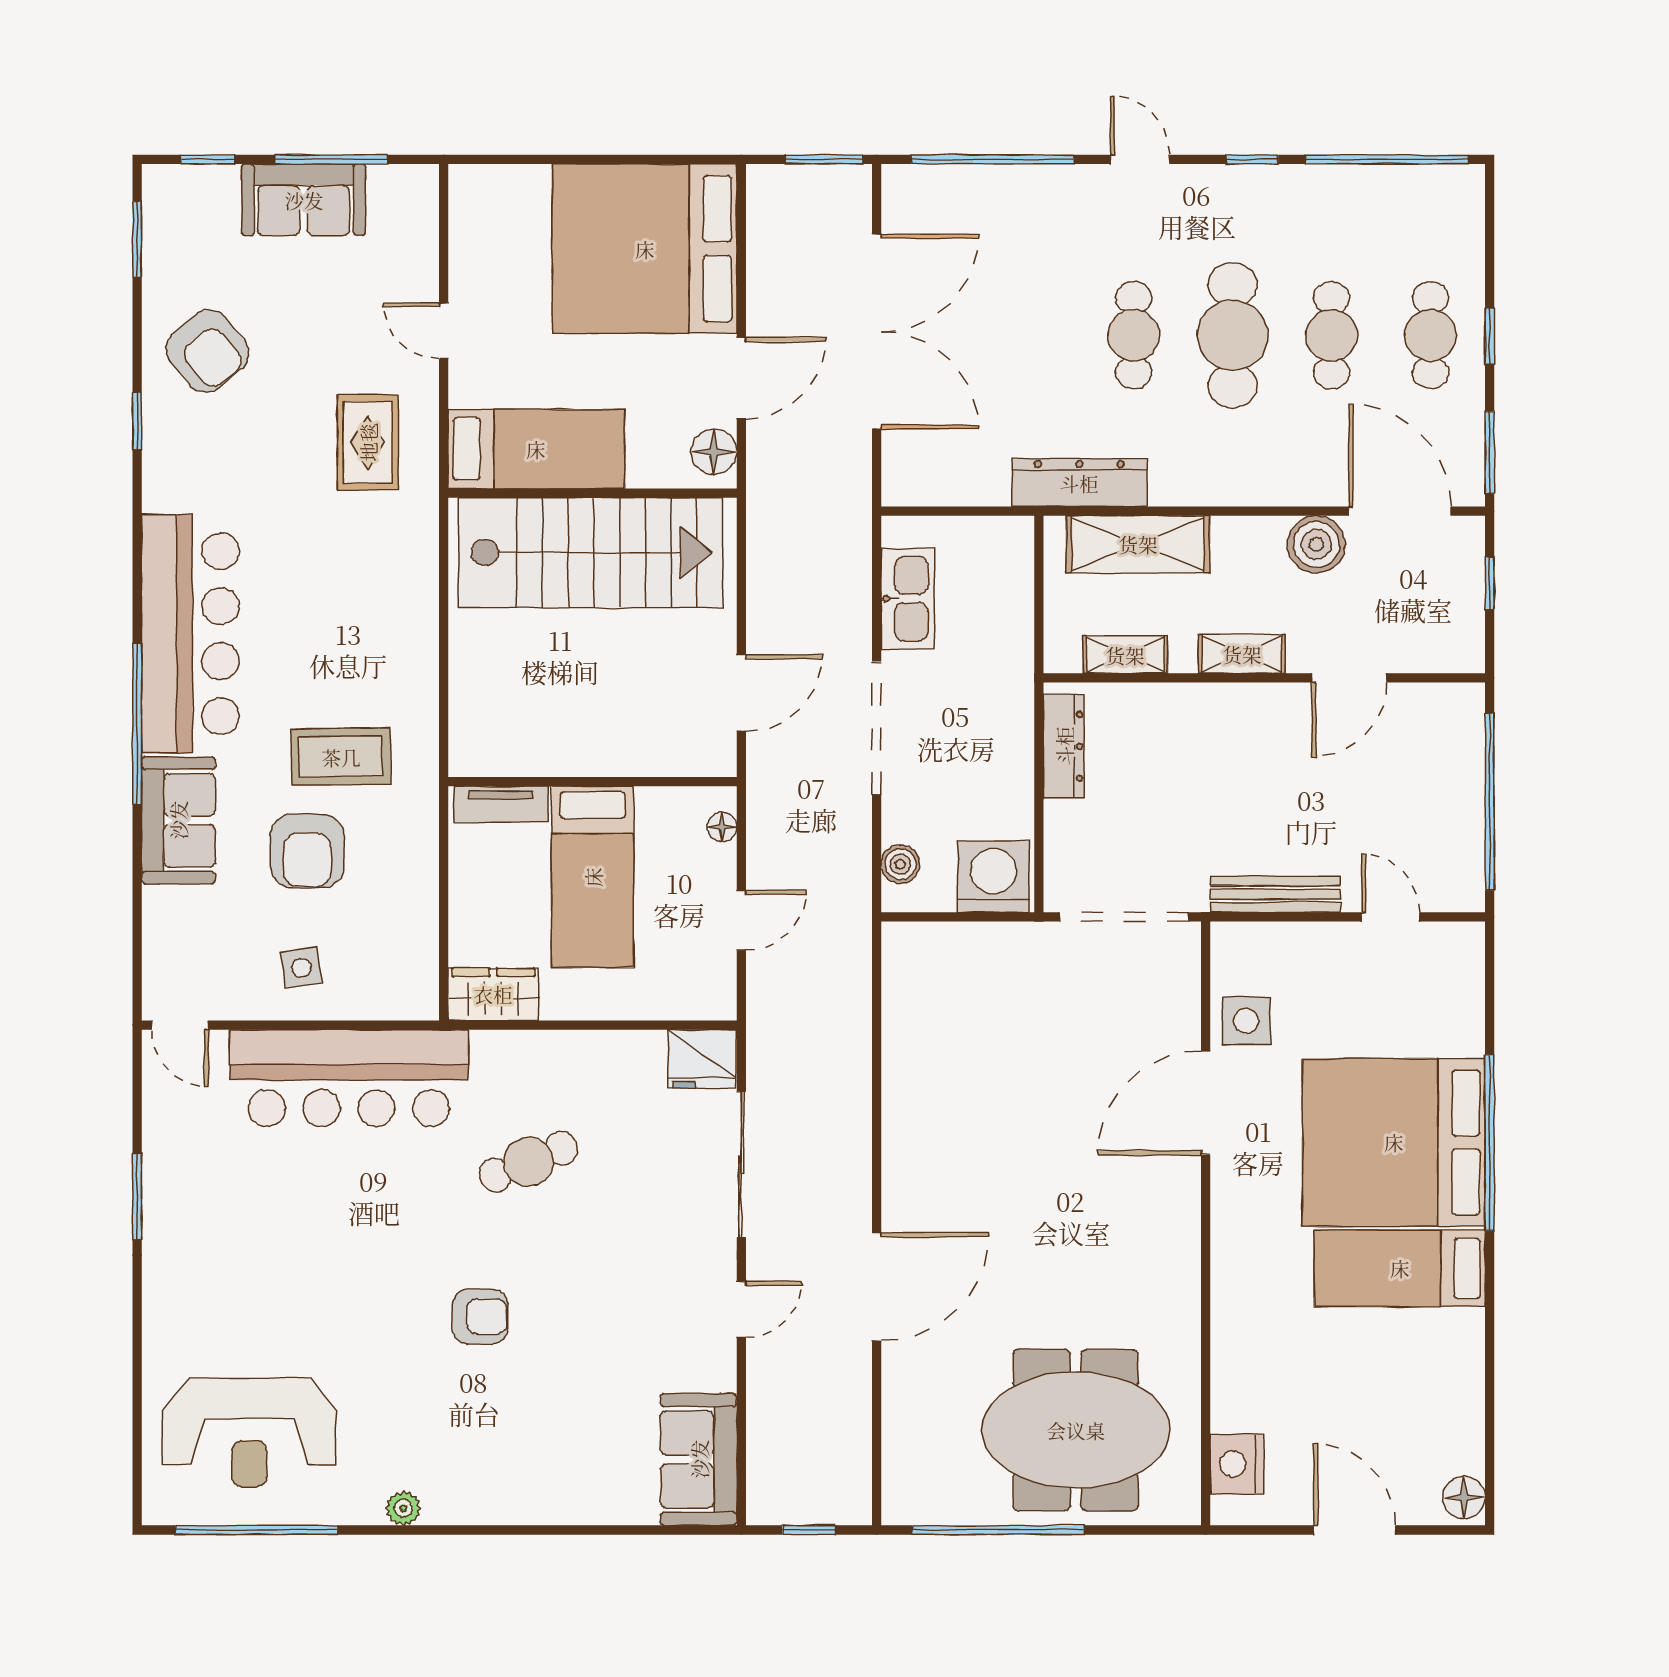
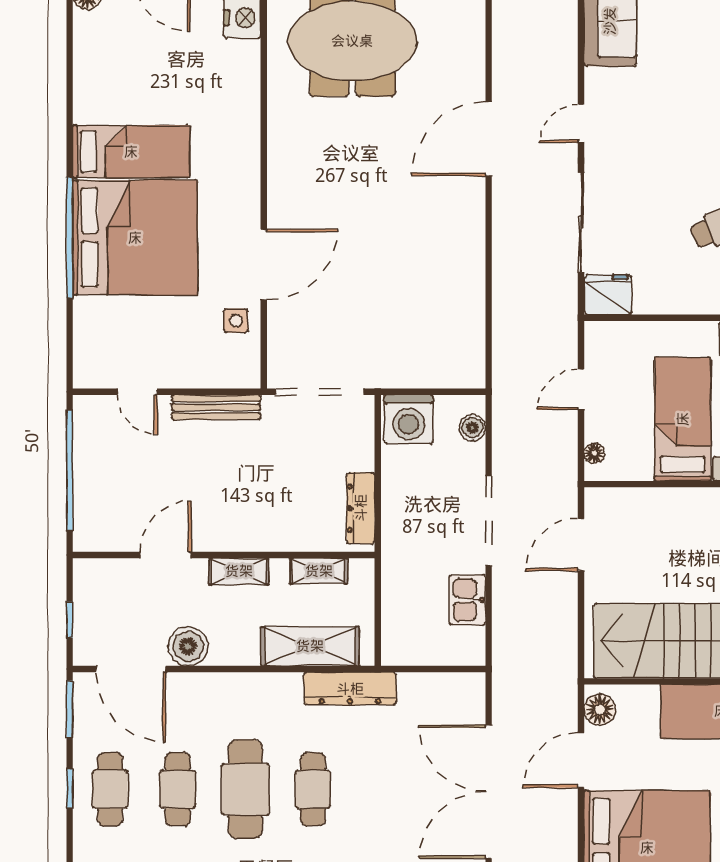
kitchen sink: (908, 599) -> (467, 600), width x0.73
side table: (1246, 1021) -> (236, 321), width x0.73, depth x0.73

